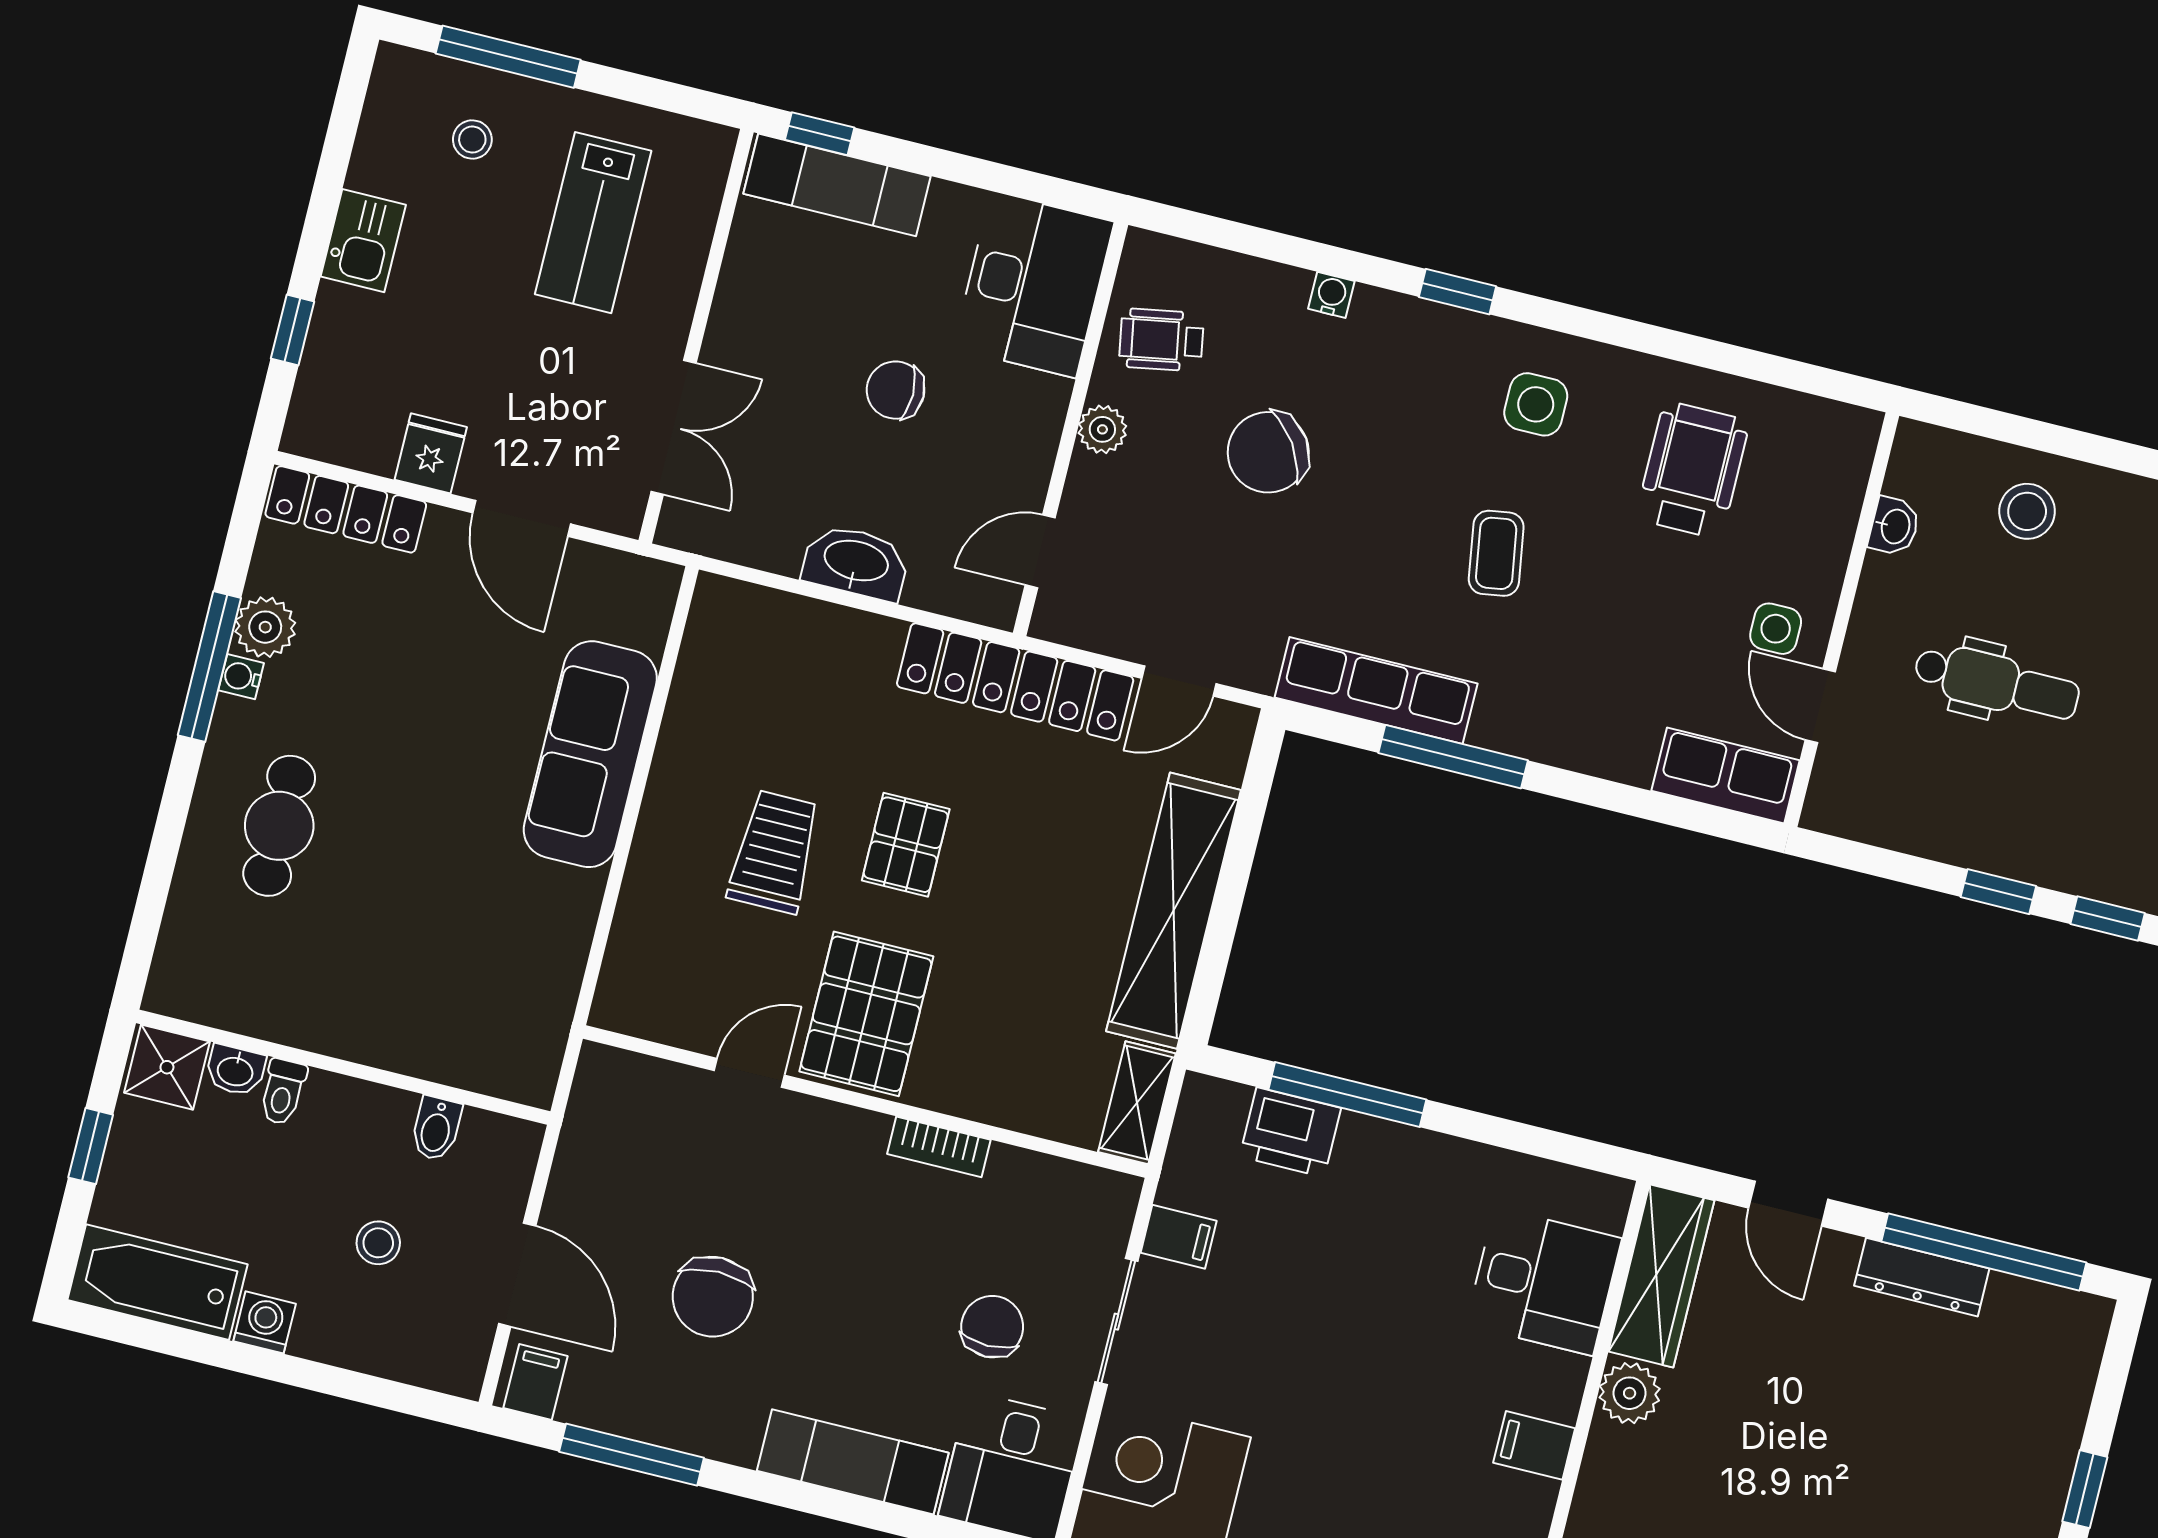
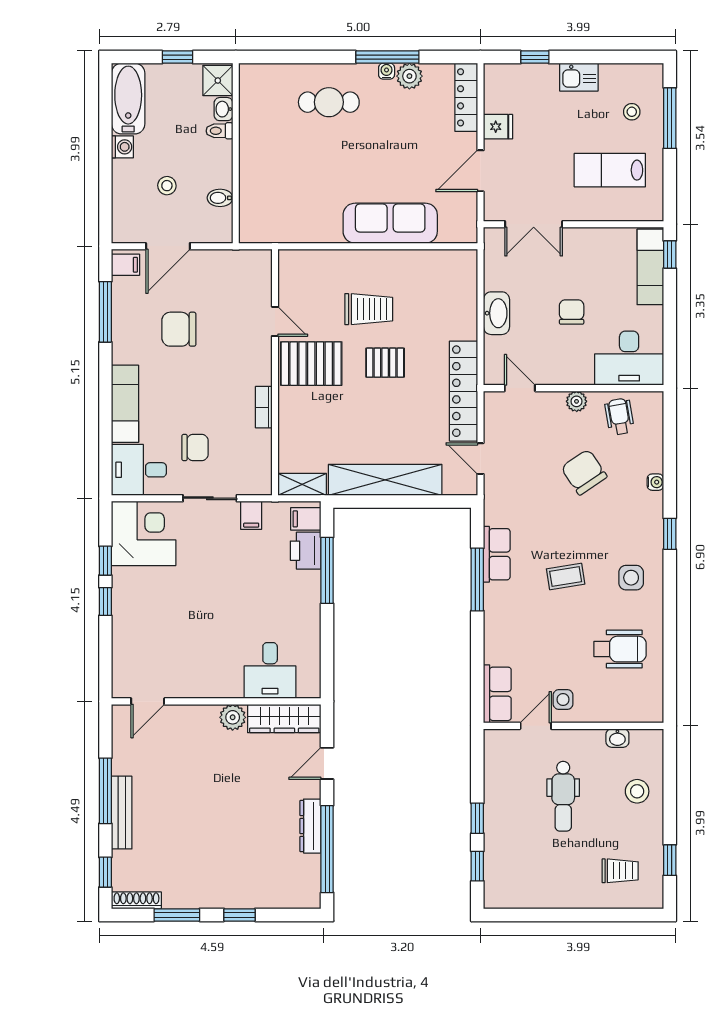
row of seats: (1376, 690) -> (497, 554), width x0.68
filing cabinet: (1534, 1445) -> (306, 519), moved, turned -90

